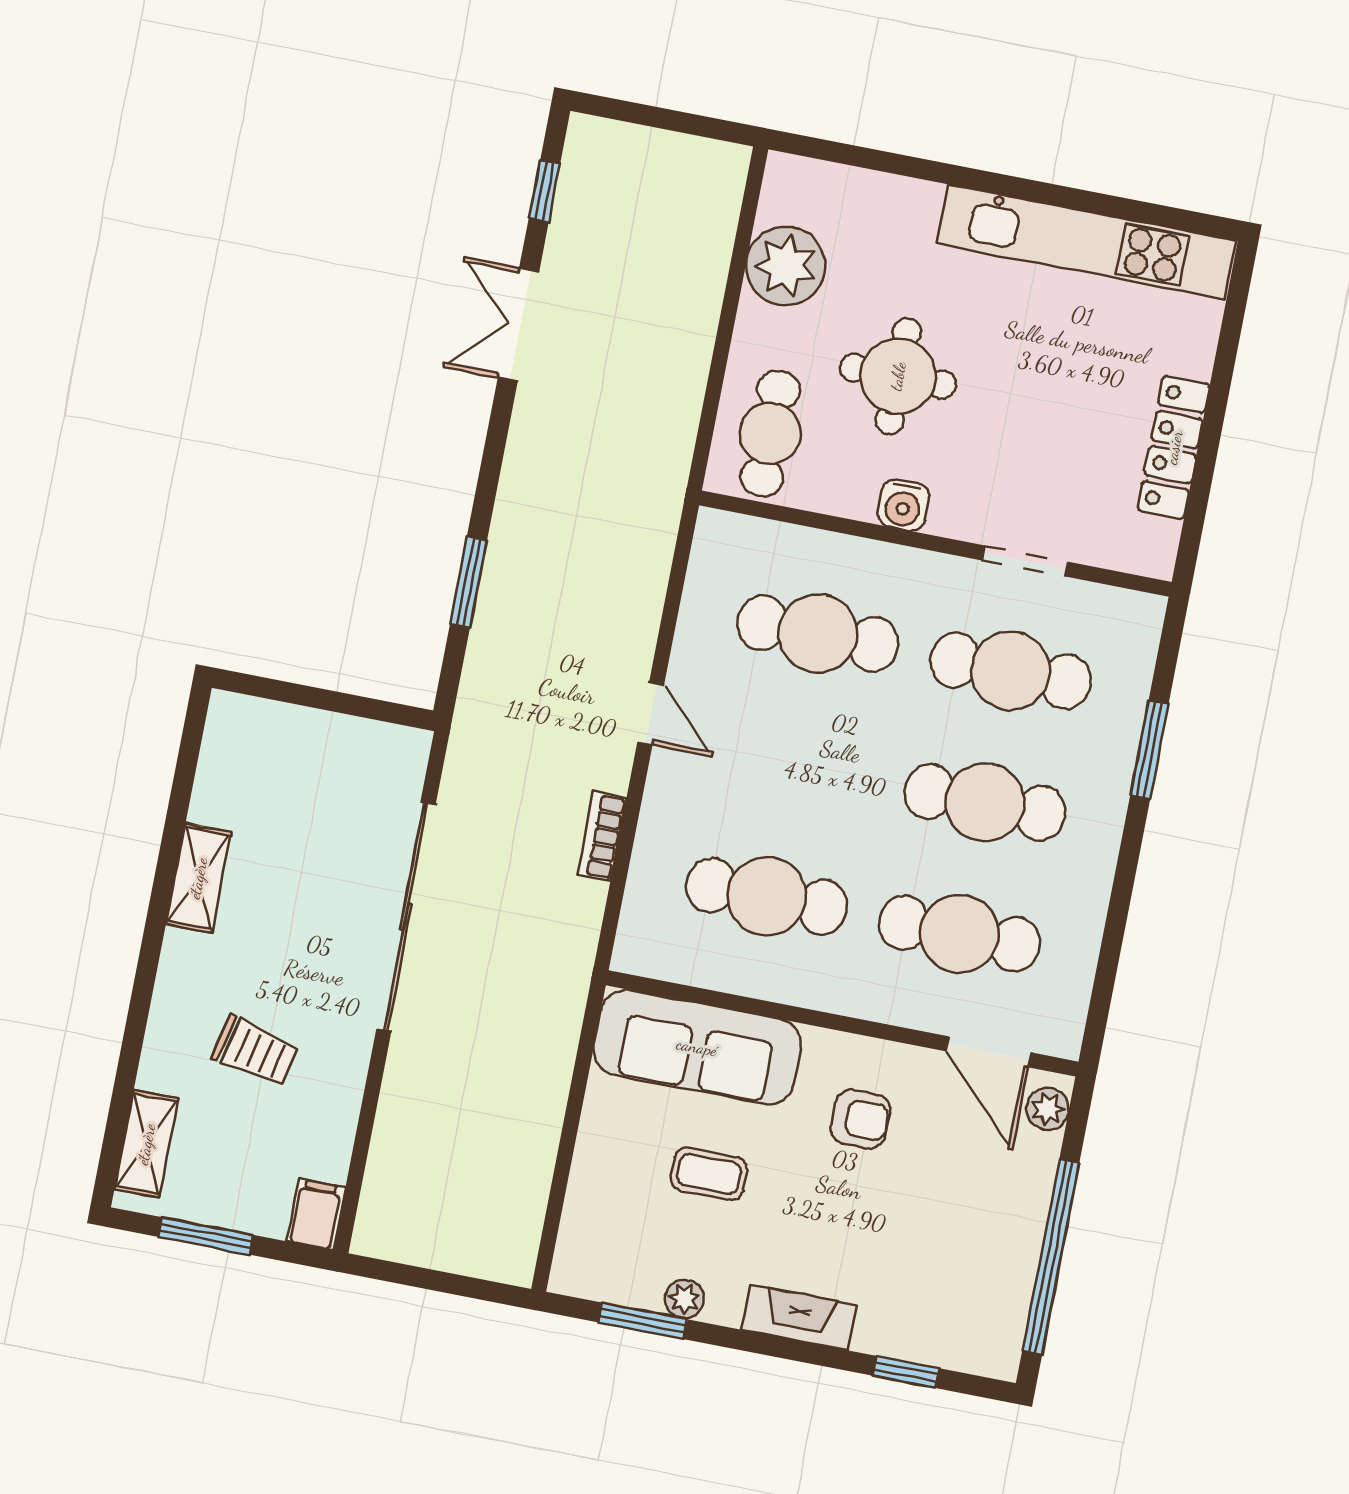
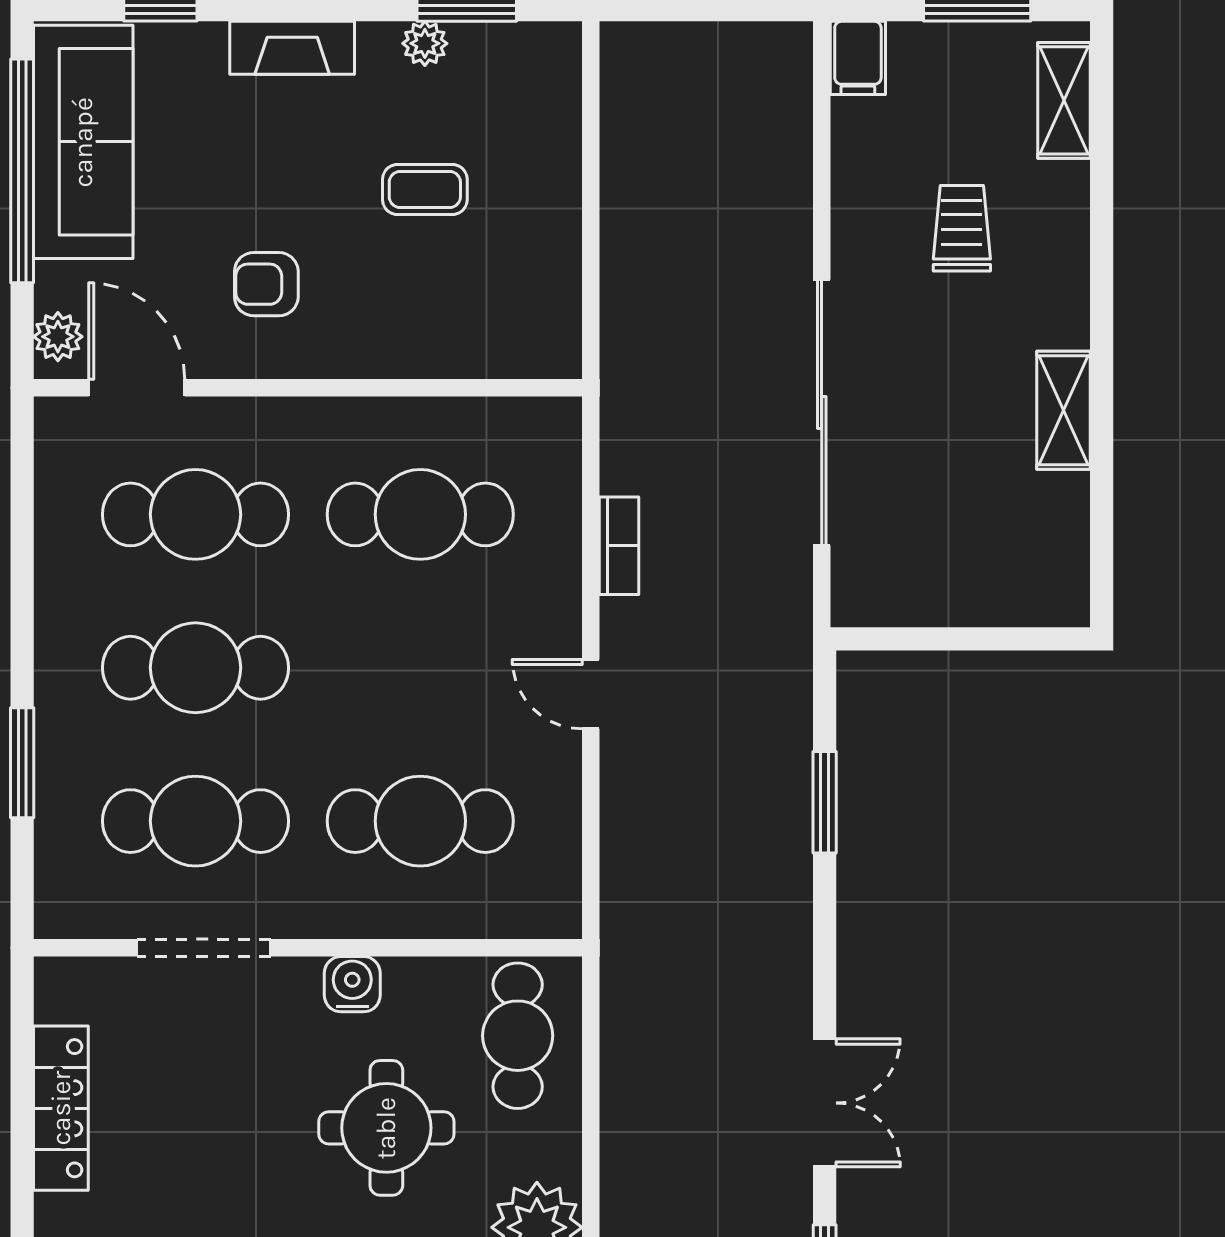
doorway: (1025, 561) -> (204, 948), width x1.38
sofa: (697, 1047) -> (83, 142), moved, turned 90
trolley: (255, 1051) -> (962, 228), turned 77

